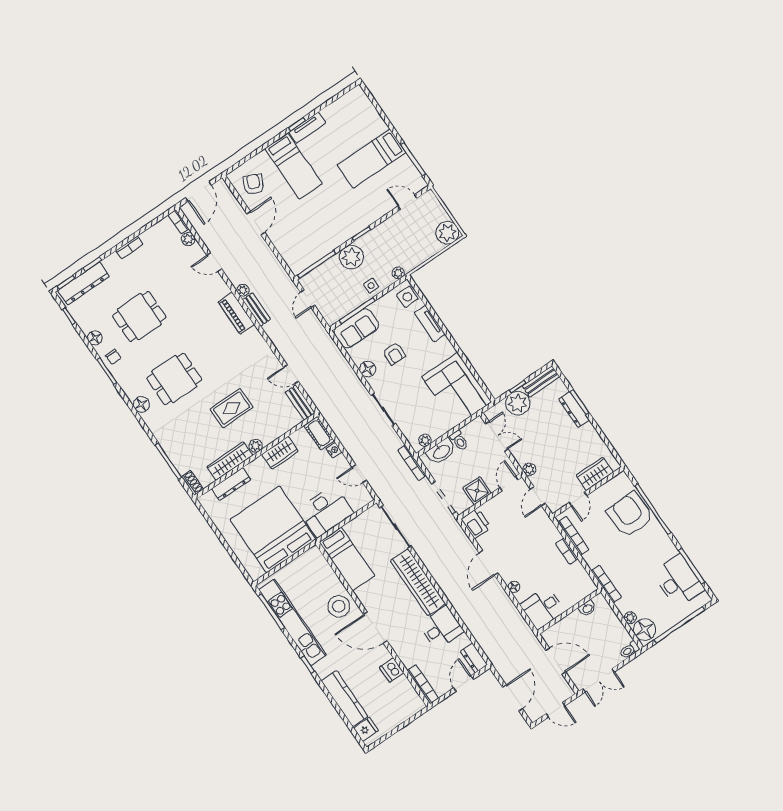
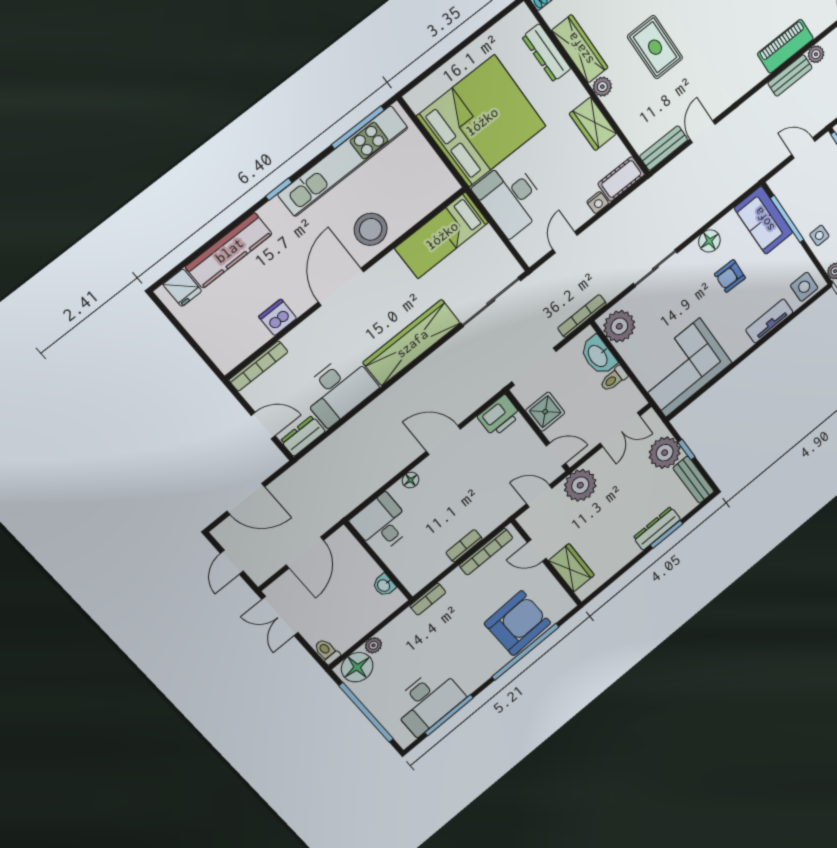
plant: (425, 440) -> (619, 326), width x1.88, depth x1.88
plant: (529, 469) -> (580, 485), width x1.87, depth x1.87
bookcase: (606, 584) -> (428, 599), width x0.64
desk: (441, 628) -> (338, 390), width x1.37

